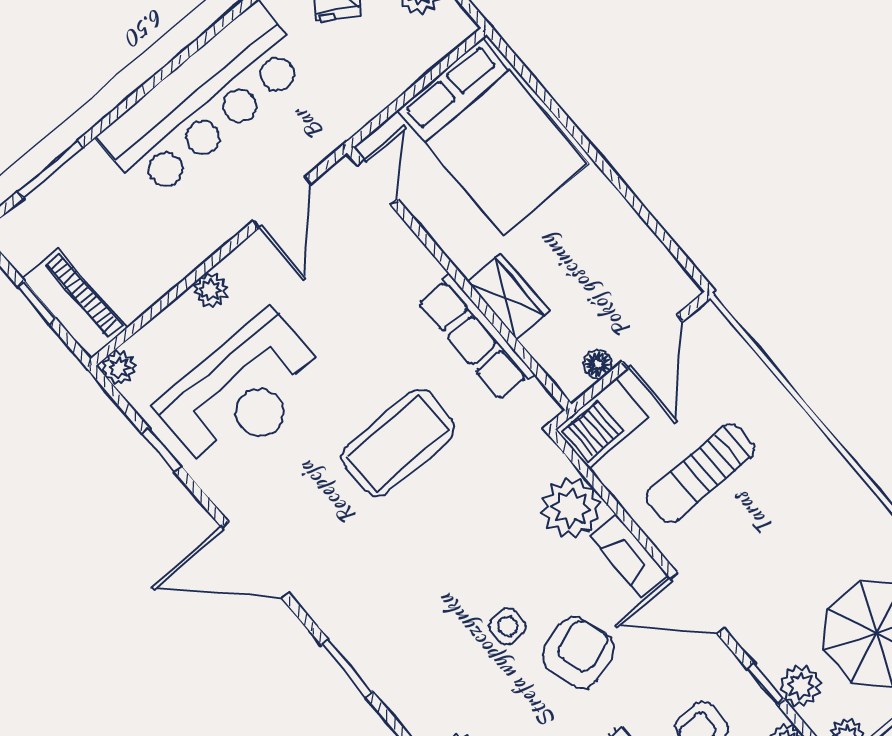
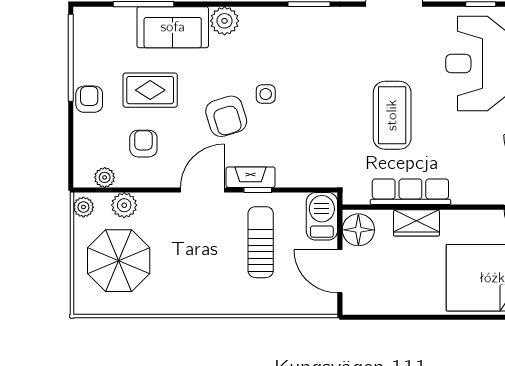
floor lamp: (598, 364) -> (358, 230), width x1.89, depth x1.89
plant: (571, 508) -> (295, 169), removed
window: (766, 684) -> (258, 190), moved

